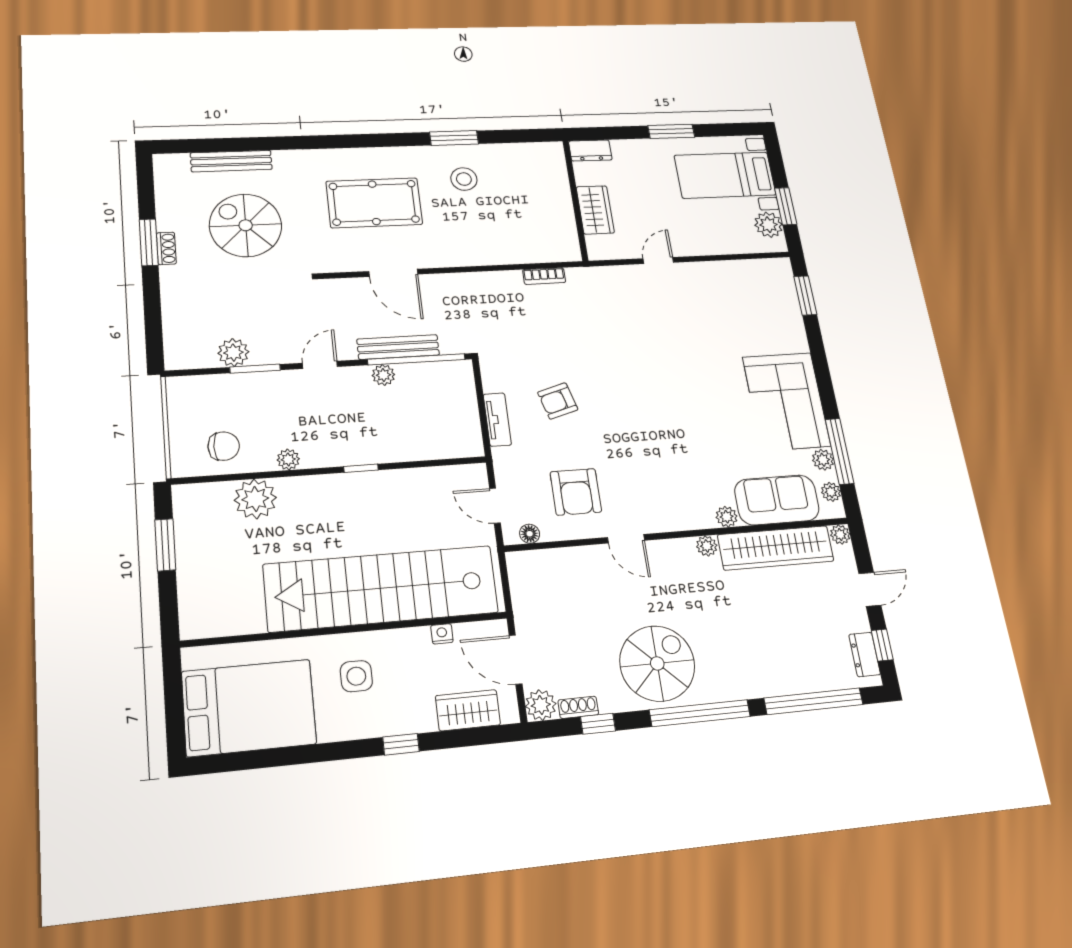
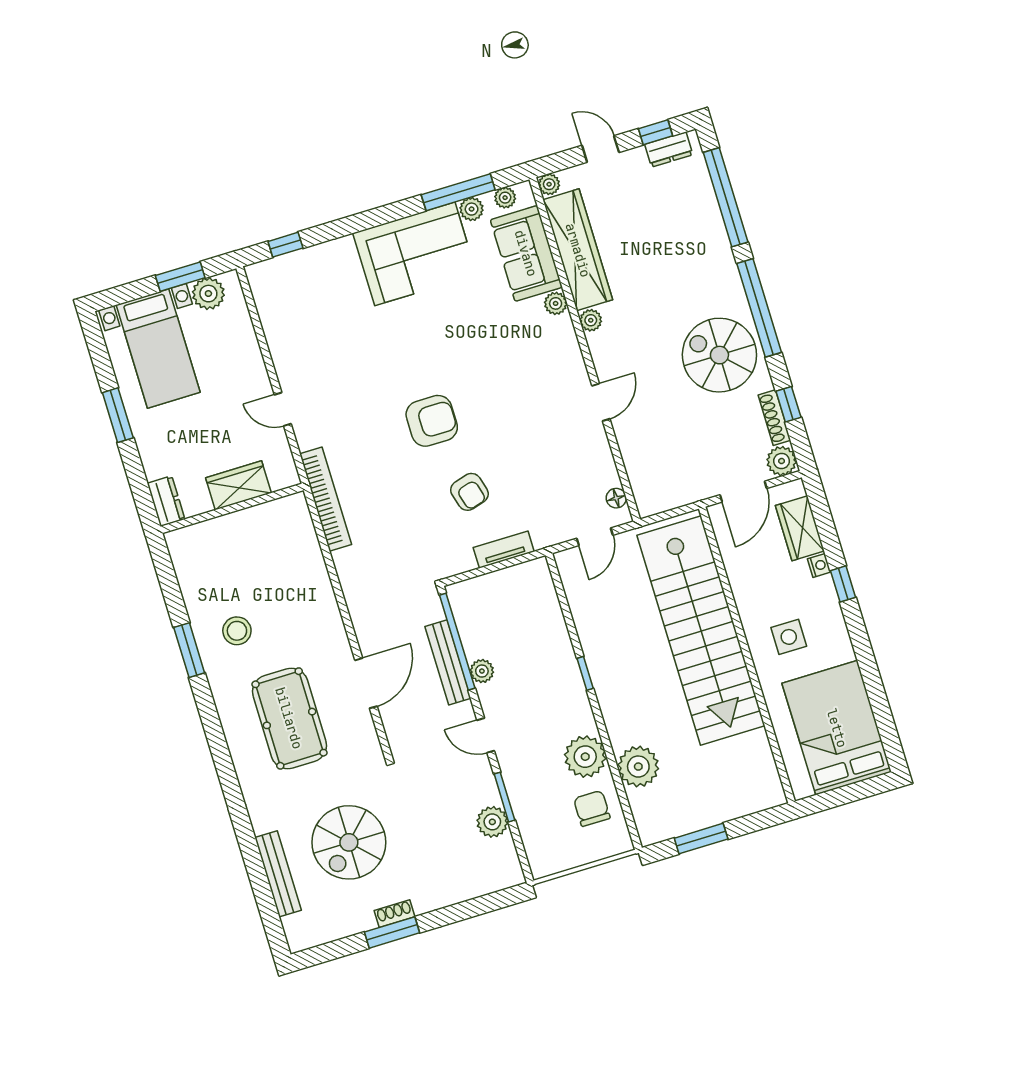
bookcase: (544, 276) -> (326, 499), width x2.31, depth x1.31
window: (805, 296) -> (285, 245), width x0.67
plant: (288, 459) -> (585, 757), width x1.87, depth x1.87
armchair: (576, 492) -> (432, 421), moved
nightstand: (442, 634) -> (819, 565), moved, turned 180
shoe rack: (578, 707) -> (774, 418), width x1.43

